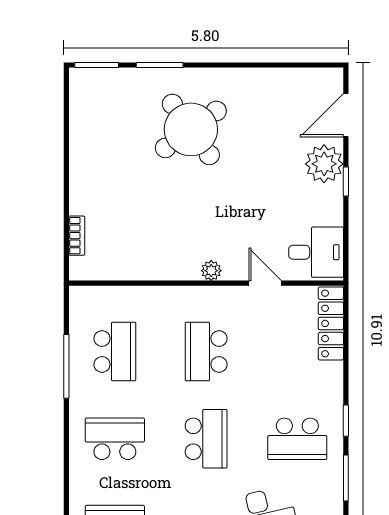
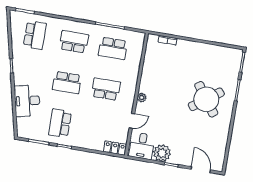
plant: (324, 164) -> (162, 153), moved
locker: (331, 323) -> (115, 148), width x0.66
school desk: (115, 439) -> (74, 42), turned -90

